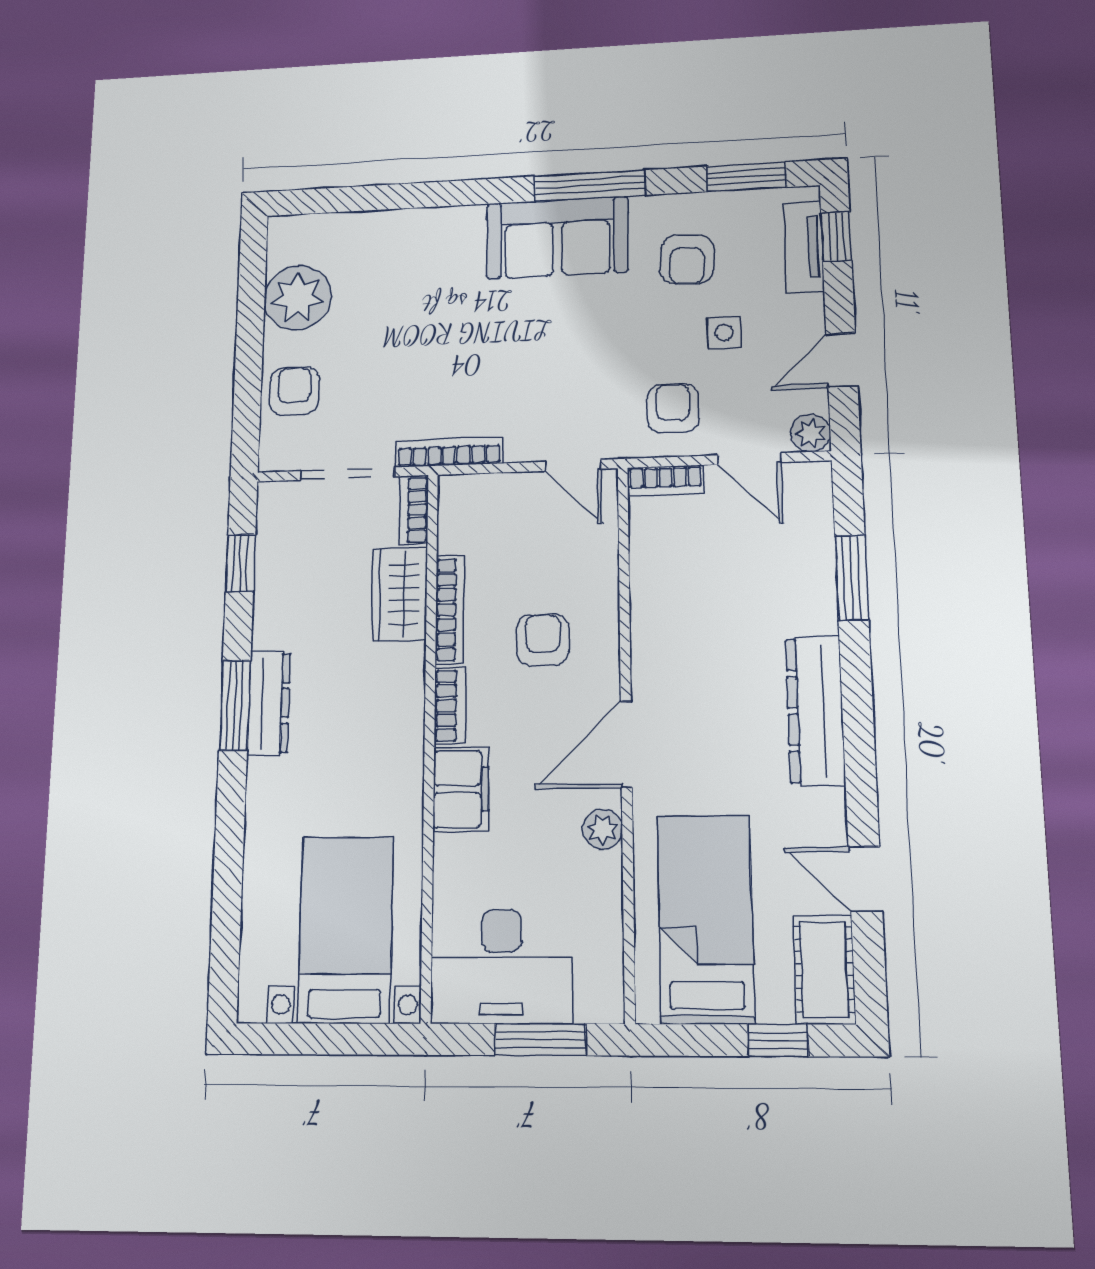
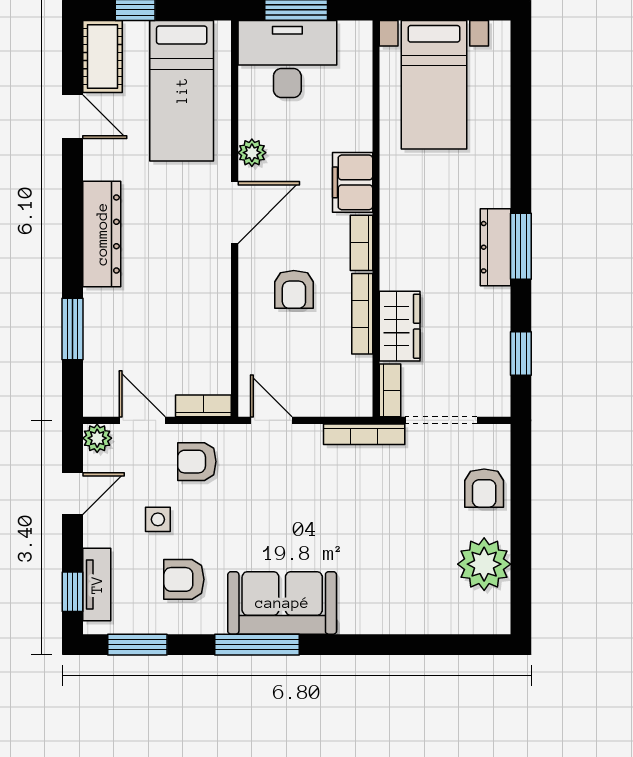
armchair: (687, 260) -> (184, 579), turned -93
armchair: (673, 408) -> (197, 462), turned 90
desk: (501, 966) -> (287, 59), moved

